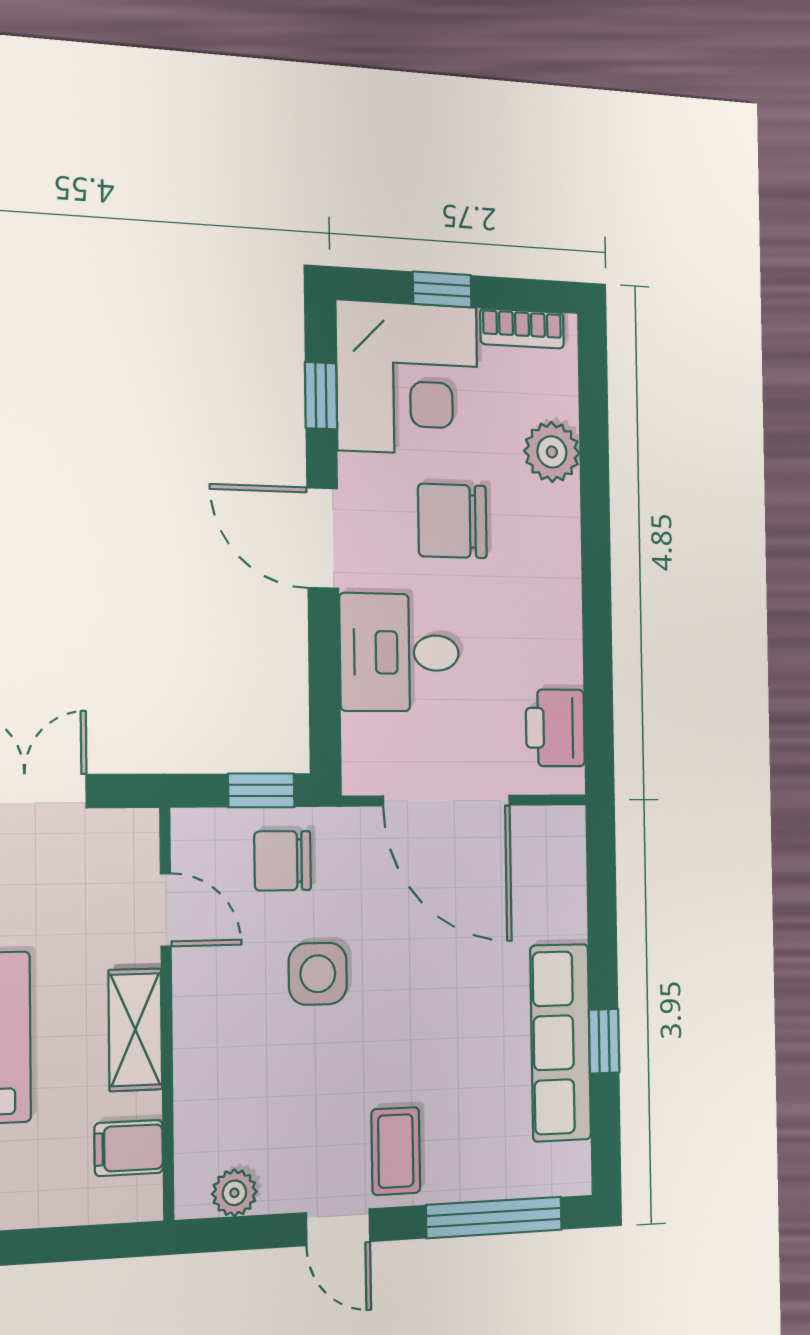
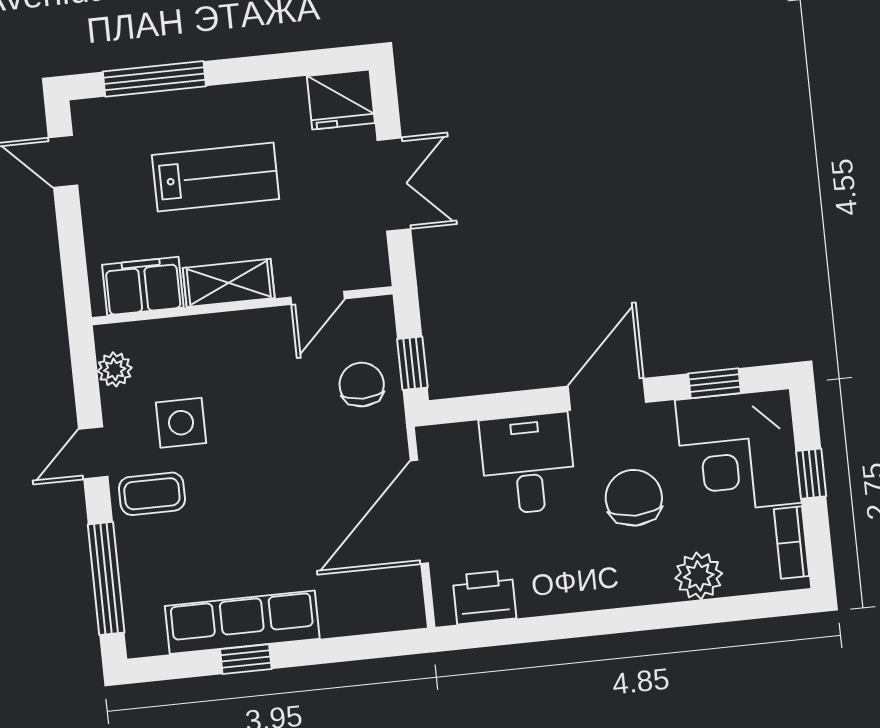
side table: (318, 974) -> (181, 423), moved
filing cabinet: (129, 1148) -> (143, 286), width x2.00

